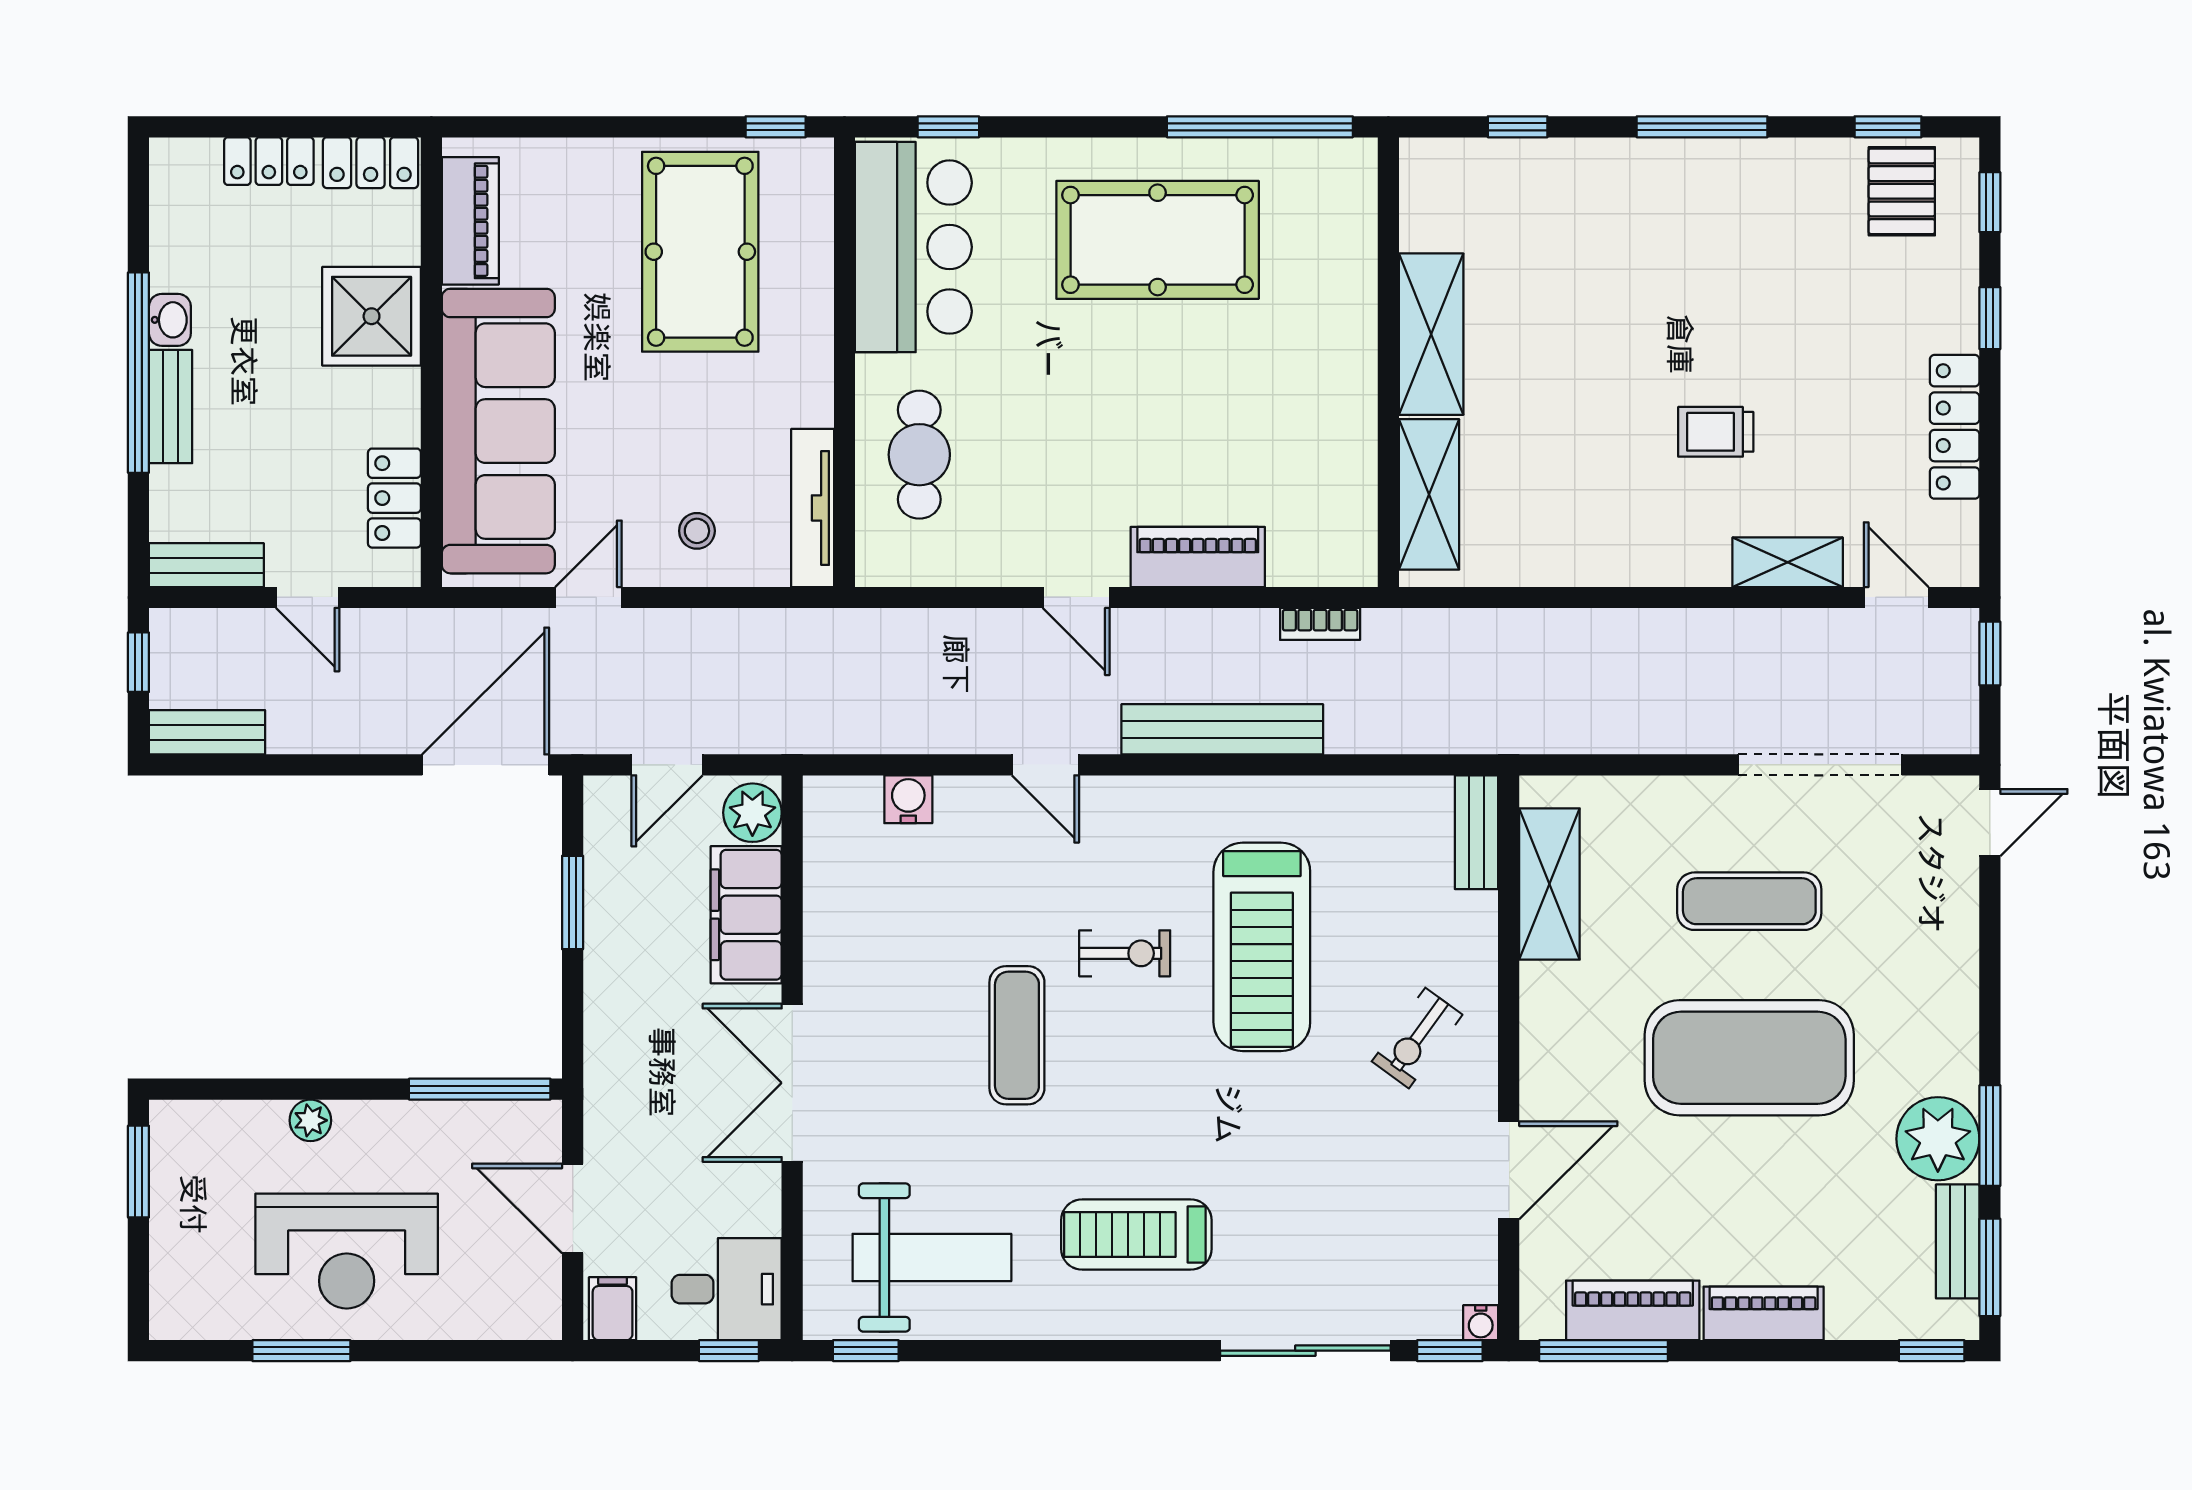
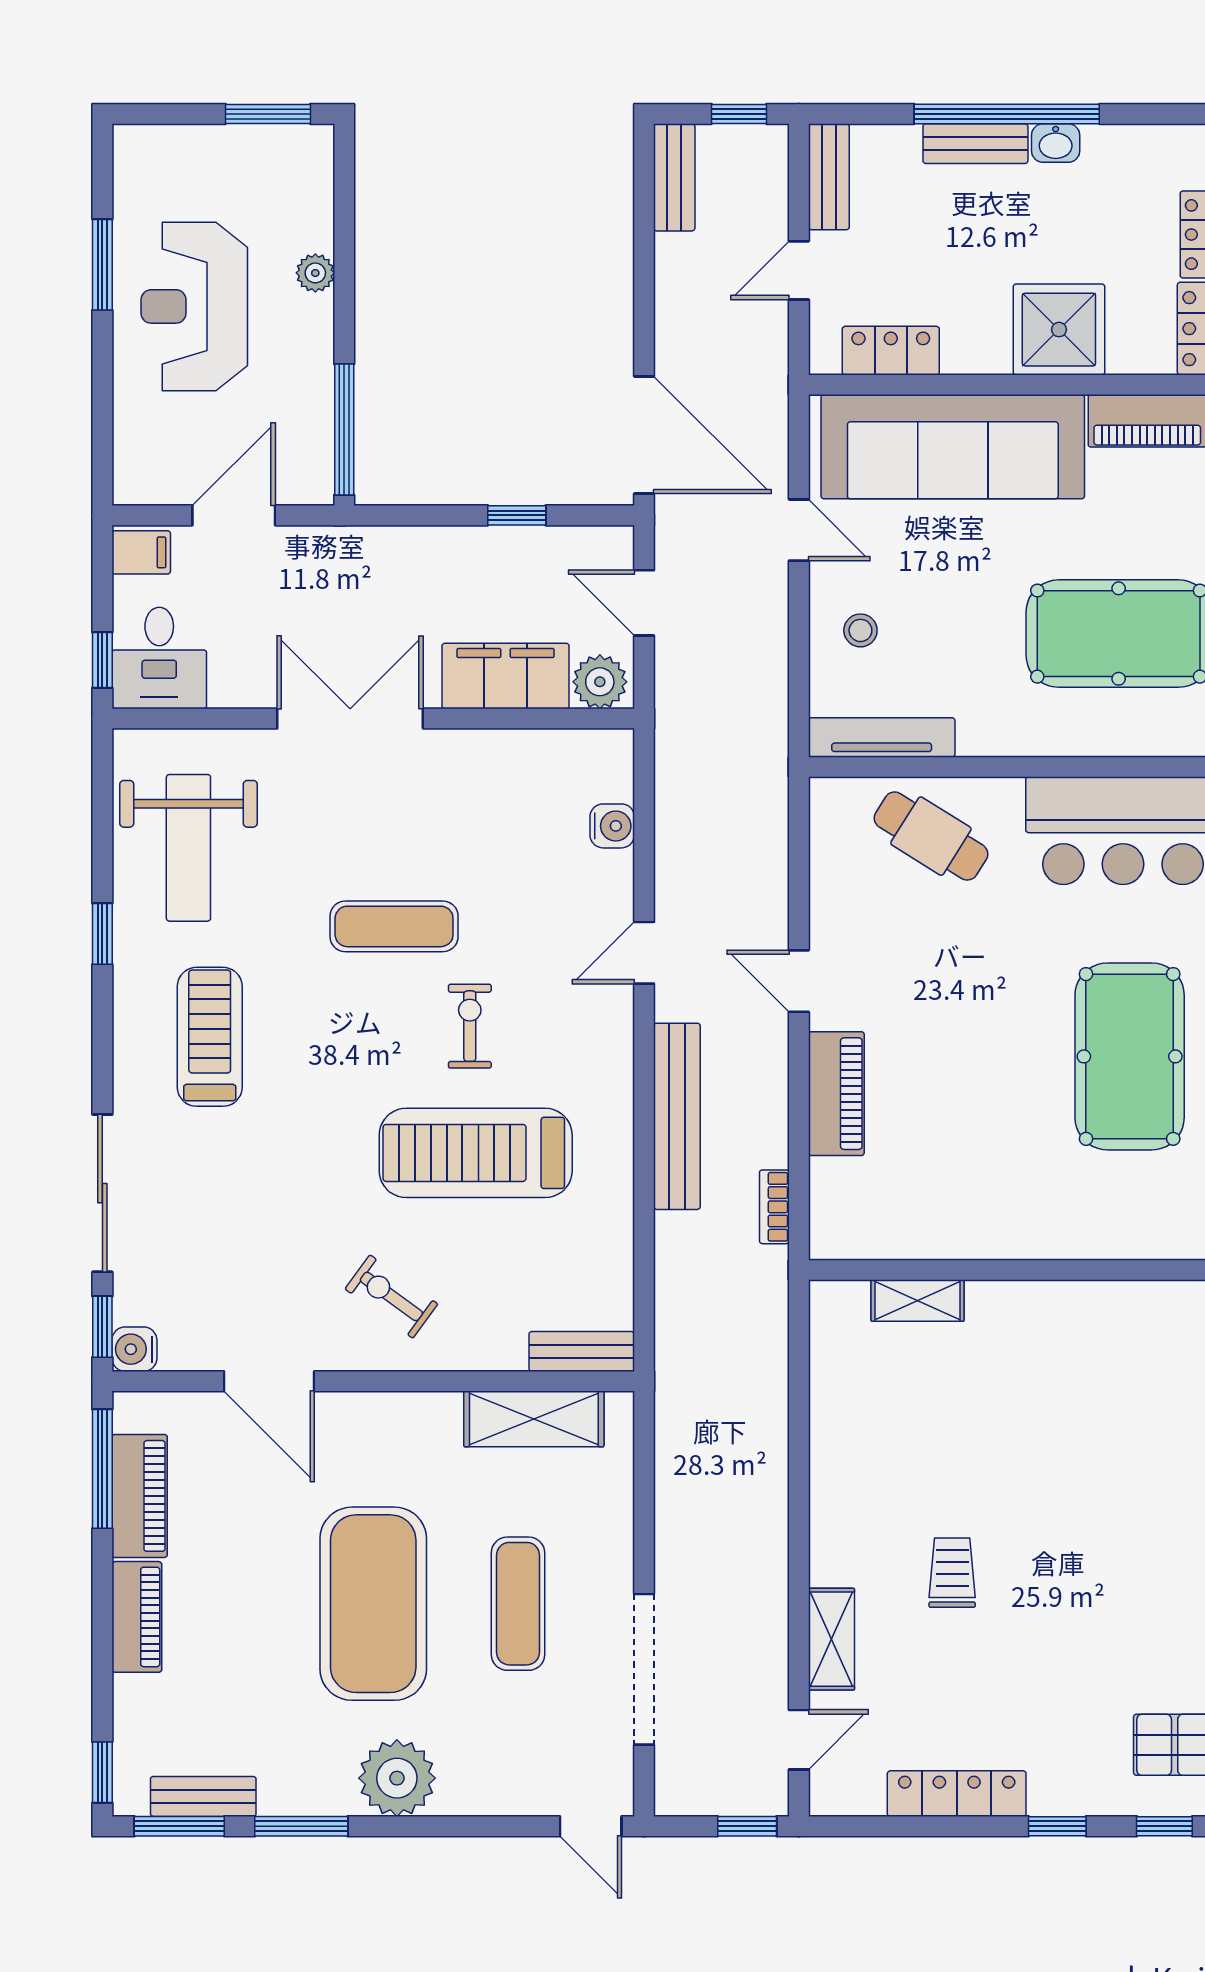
shelving: (1431, 334) -> (1042, 1310), removed
cafe table: (919, 455) -> (931, 836), turned 32
shelving: (1429, 494) -> (917, 1301), width x0.67, depth x0.75
door: (1076, 597) -> (799, 981), hinge flipped
window: (573, 902) -> (517, 515), width x0.67
exercise bike: (1125, 953) -> (470, 1026), turned 180
plant: (1938, 1139) -> (397, 1778), moved
water cooler: (1481, 1323) -> (134, 1349), width x1.38, depth x1.38
window: (866, 1351) -> (102, 934), moved

